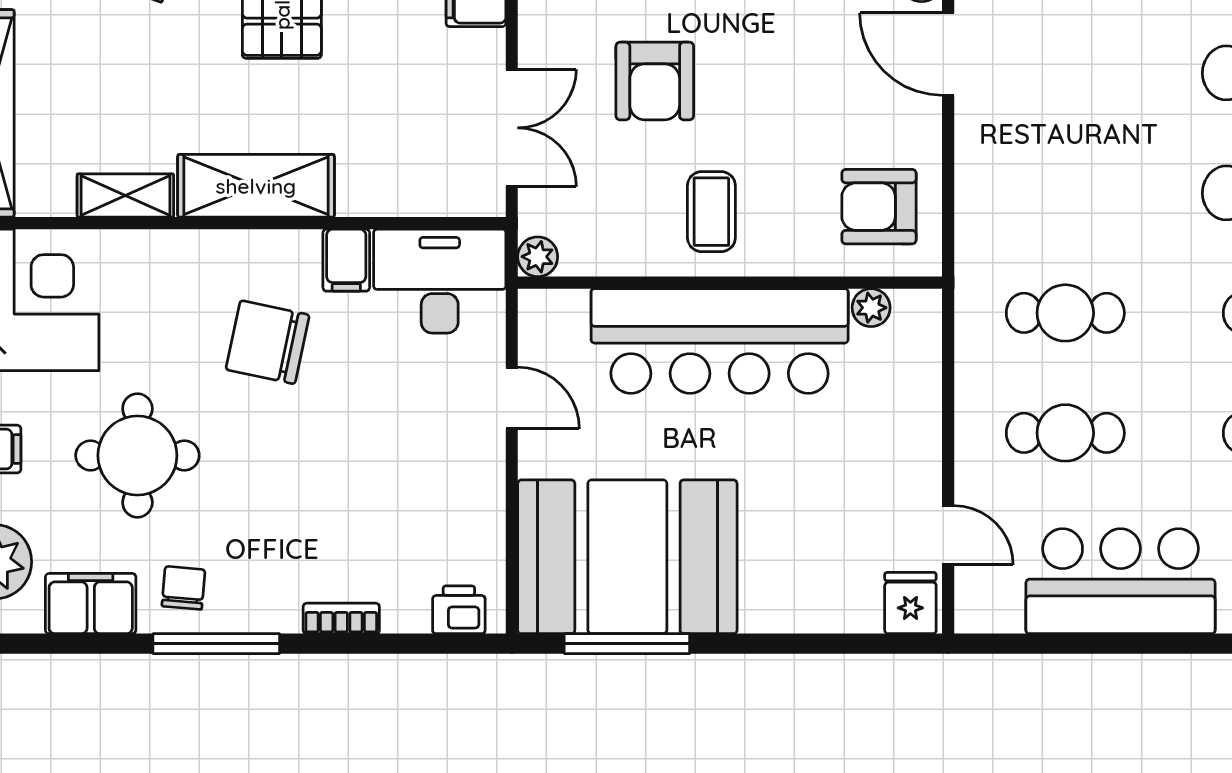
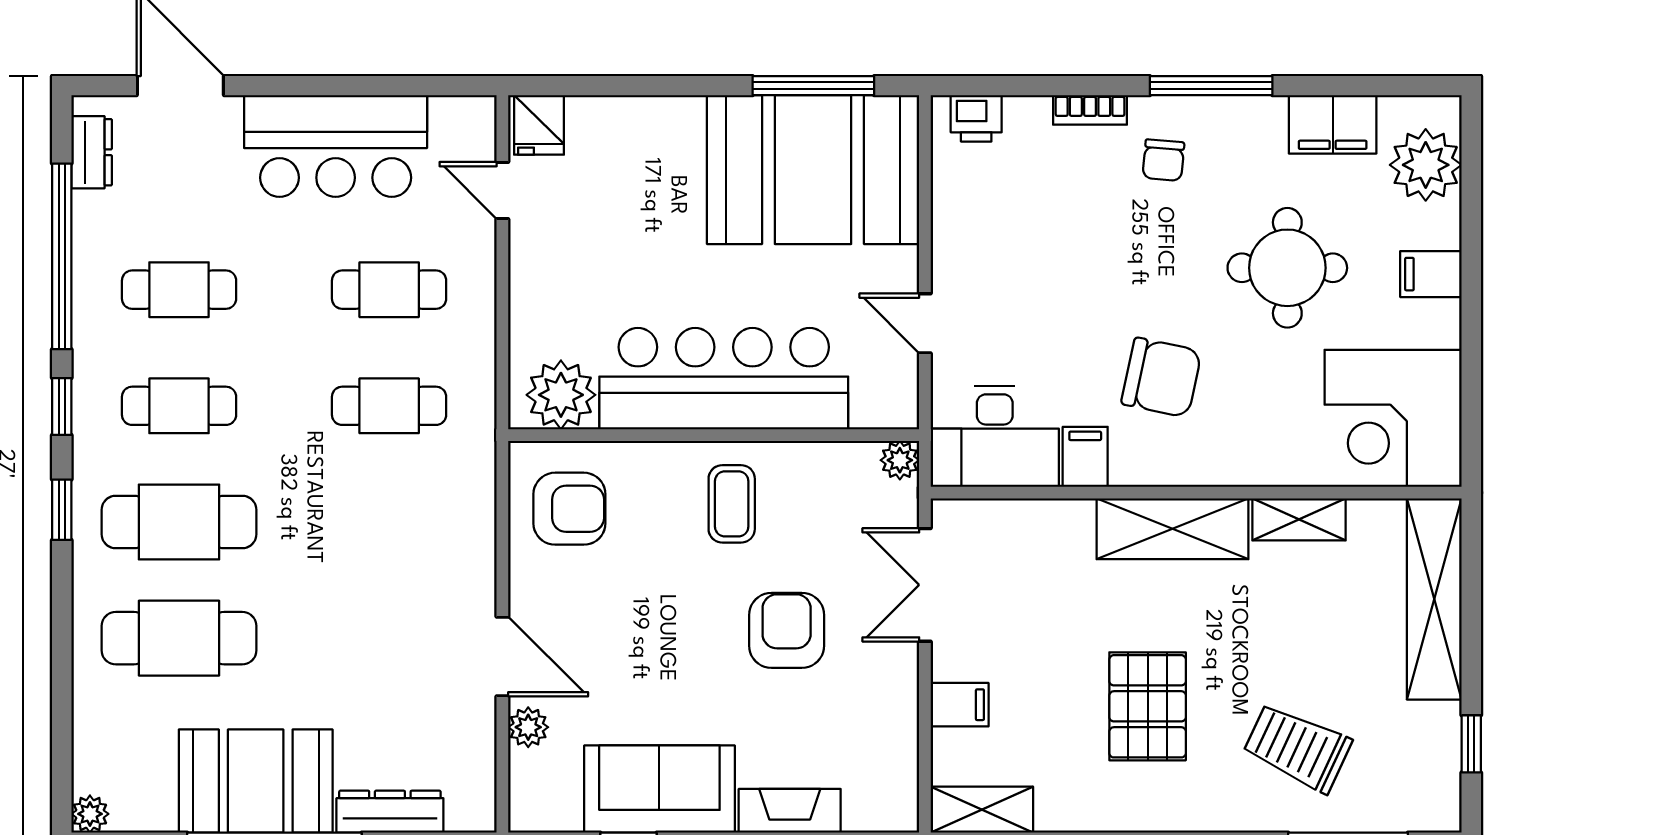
plant: (871, 308) -> (561, 395), width x1.87, depth x1.87
chair: (183, 588) -> (1163, 160), moved

